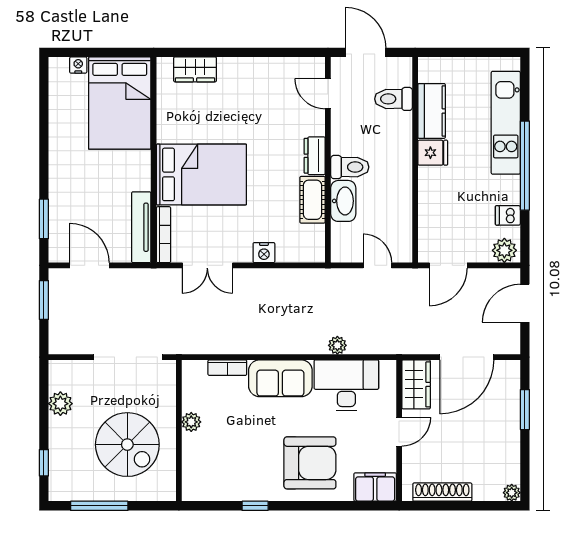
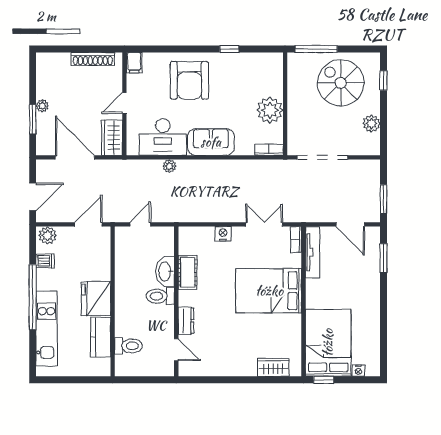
window: (126, 52) -> (324, 380), added
door: (366, 52) -> (149, 380), removed
fridge: (433, 153) -> (96, 299), width x1.88, depth x1.34
dresser: (315, 156) -> (186, 321), moved
bookcase: (163, 235) -> (296, 240), width x0.64
door: (377, 265) -> (140, 224), swing flipped
door: (467, 357) -> (75, 157), hinge flipped
bookcase: (227, 368) -> (269, 150), moved
plant: (191, 422) -> (270, 110), width x1.87, depth x1.87
spiral stairs: (127, 445) -> (341, 83), moved
armchair: (310, 463) -> (189, 80), turned -90
filing cabinet: (375, 487) -> (134, 63), width x0.50
plant: (512, 493) -> (42, 106), moved
window: (99, 506) -> (316, 49), moved

